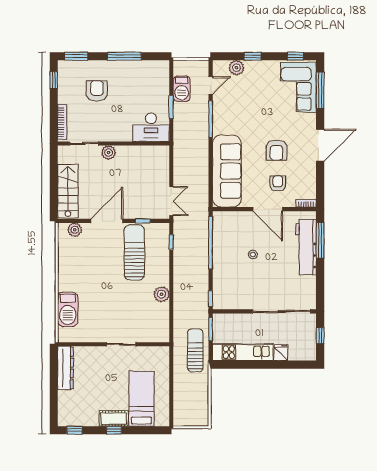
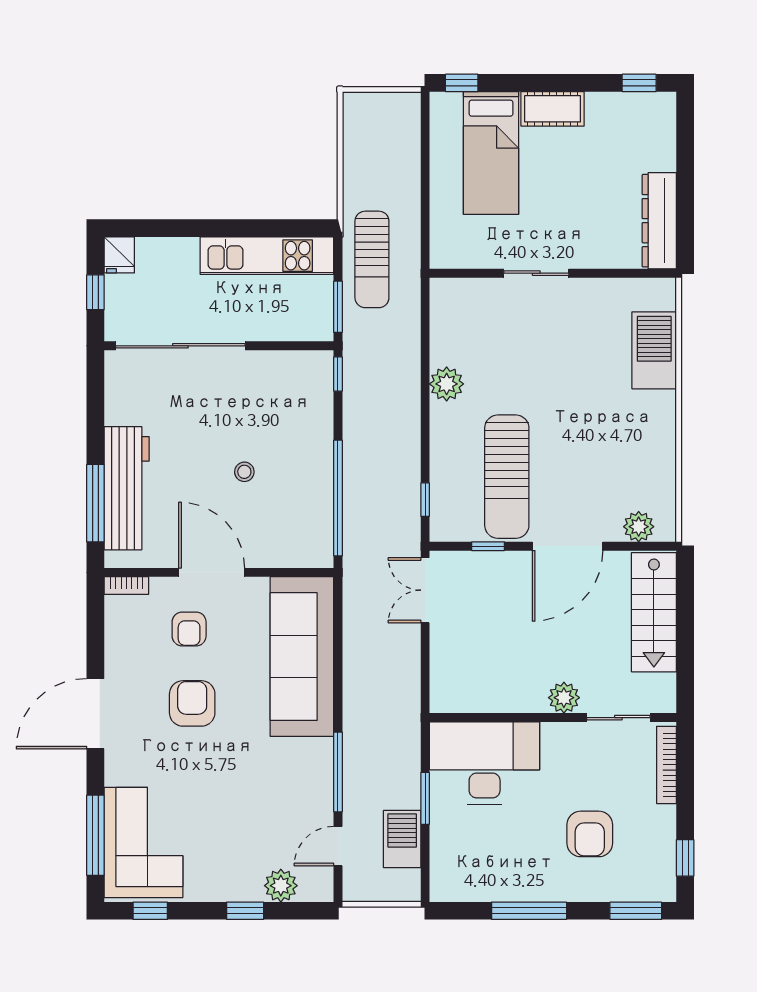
desk: (151, 127) -> (485, 763), width x1.36, depth x1.30
fridge: (281, 352) -> (119, 255), moved
window: (114, 430) -> (462, 83), moved

